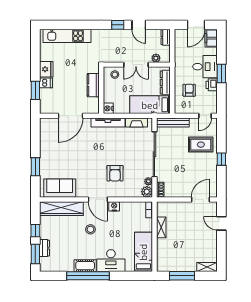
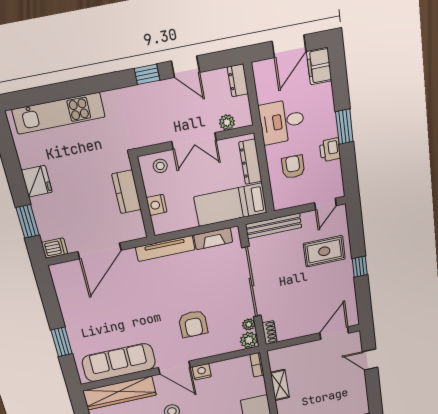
desk: (205, 67) -> (282, 121), moved, turned 180
dishwasher: (46, 83) -> (54, 248), moved
nightstand: (108, 108) -> (157, 205), moved
sofa: (60, 188) -> (119, 363), width x1.36

